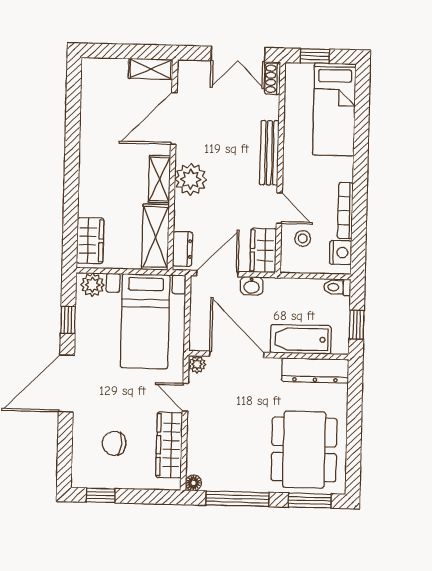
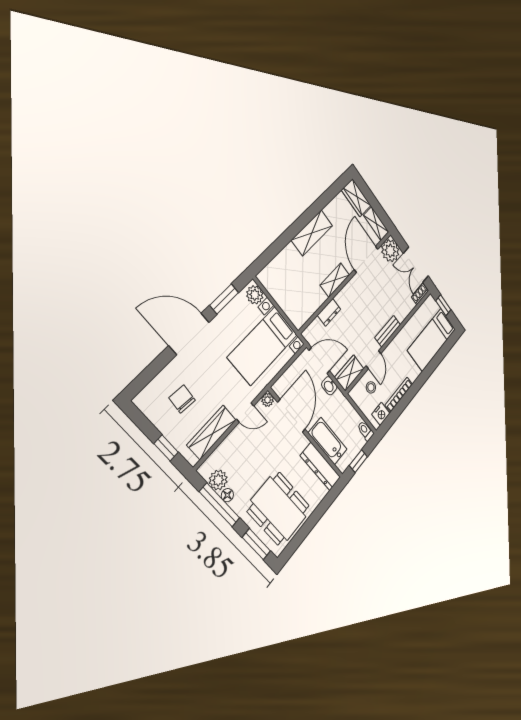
door: (174, 118) -> (366, 259), hinge flipped
bench: (269, 153) -> (388, 331), width x0.73
plant: (191, 179) -> (390, 251), moved
shelving: (155, 237) -> (312, 233), moved
wardrobe: (90, 241) -> (356, 198), moved, turned 90
dresser: (183, 249) -> (329, 312), moved
window: (68, 320) -> (224, 299), width x1.50
door: (185, 397) -> (245, 412), swing flipped
dining table: (304, 450) -> (279, 509), turned 90
plant: (215, 479) -> (218, 480), added
floor lamp: (193, 483) -> (227, 495), moved
window: (101, 495) -> (166, 448), moved

